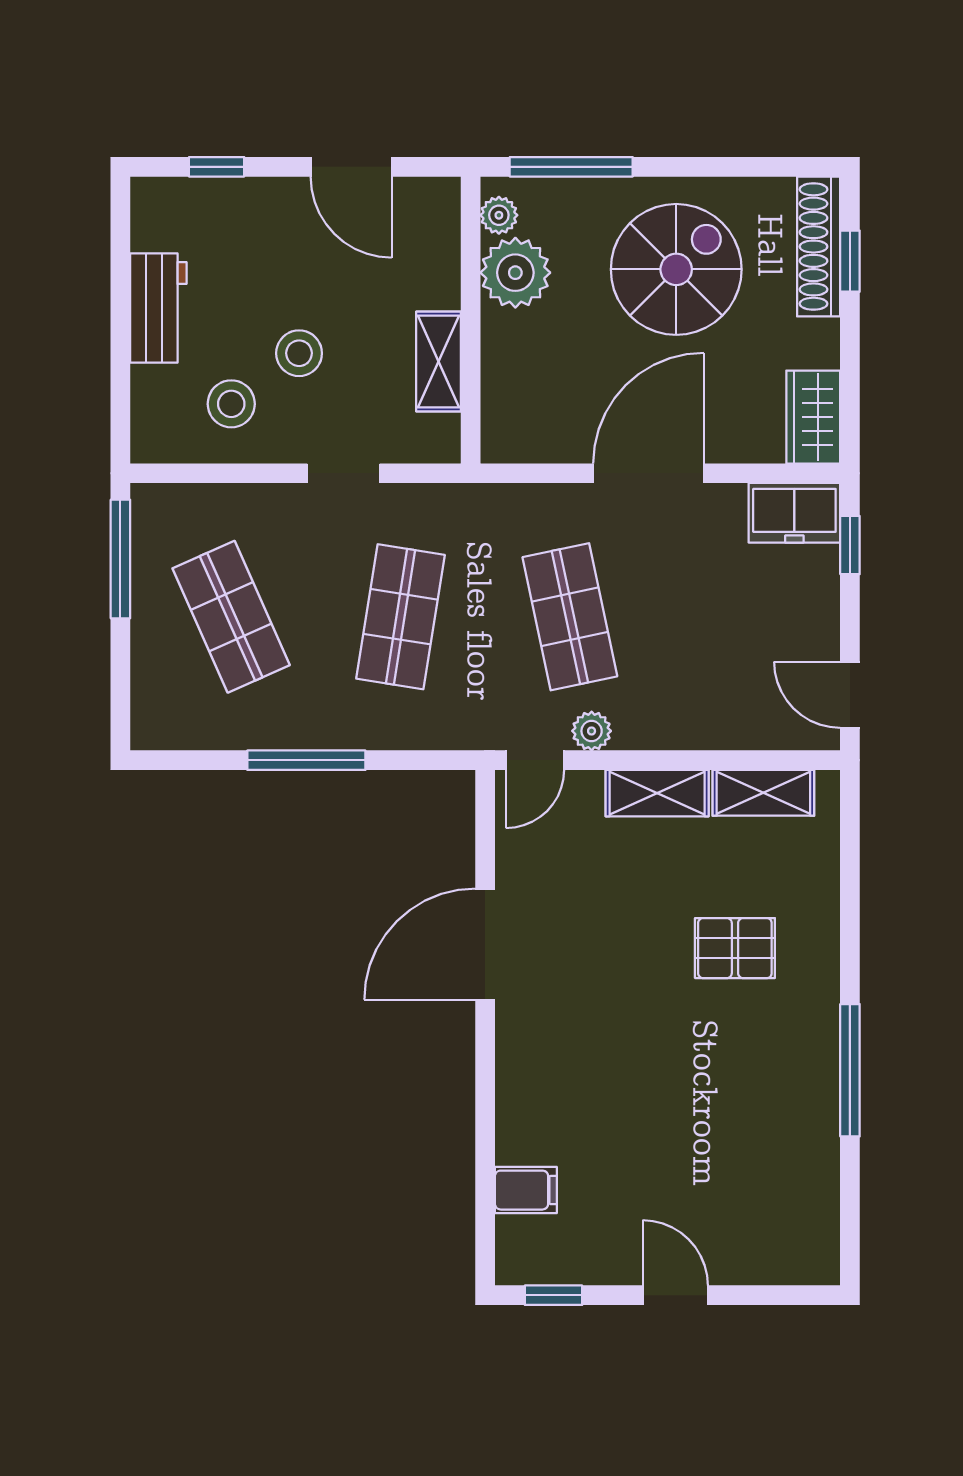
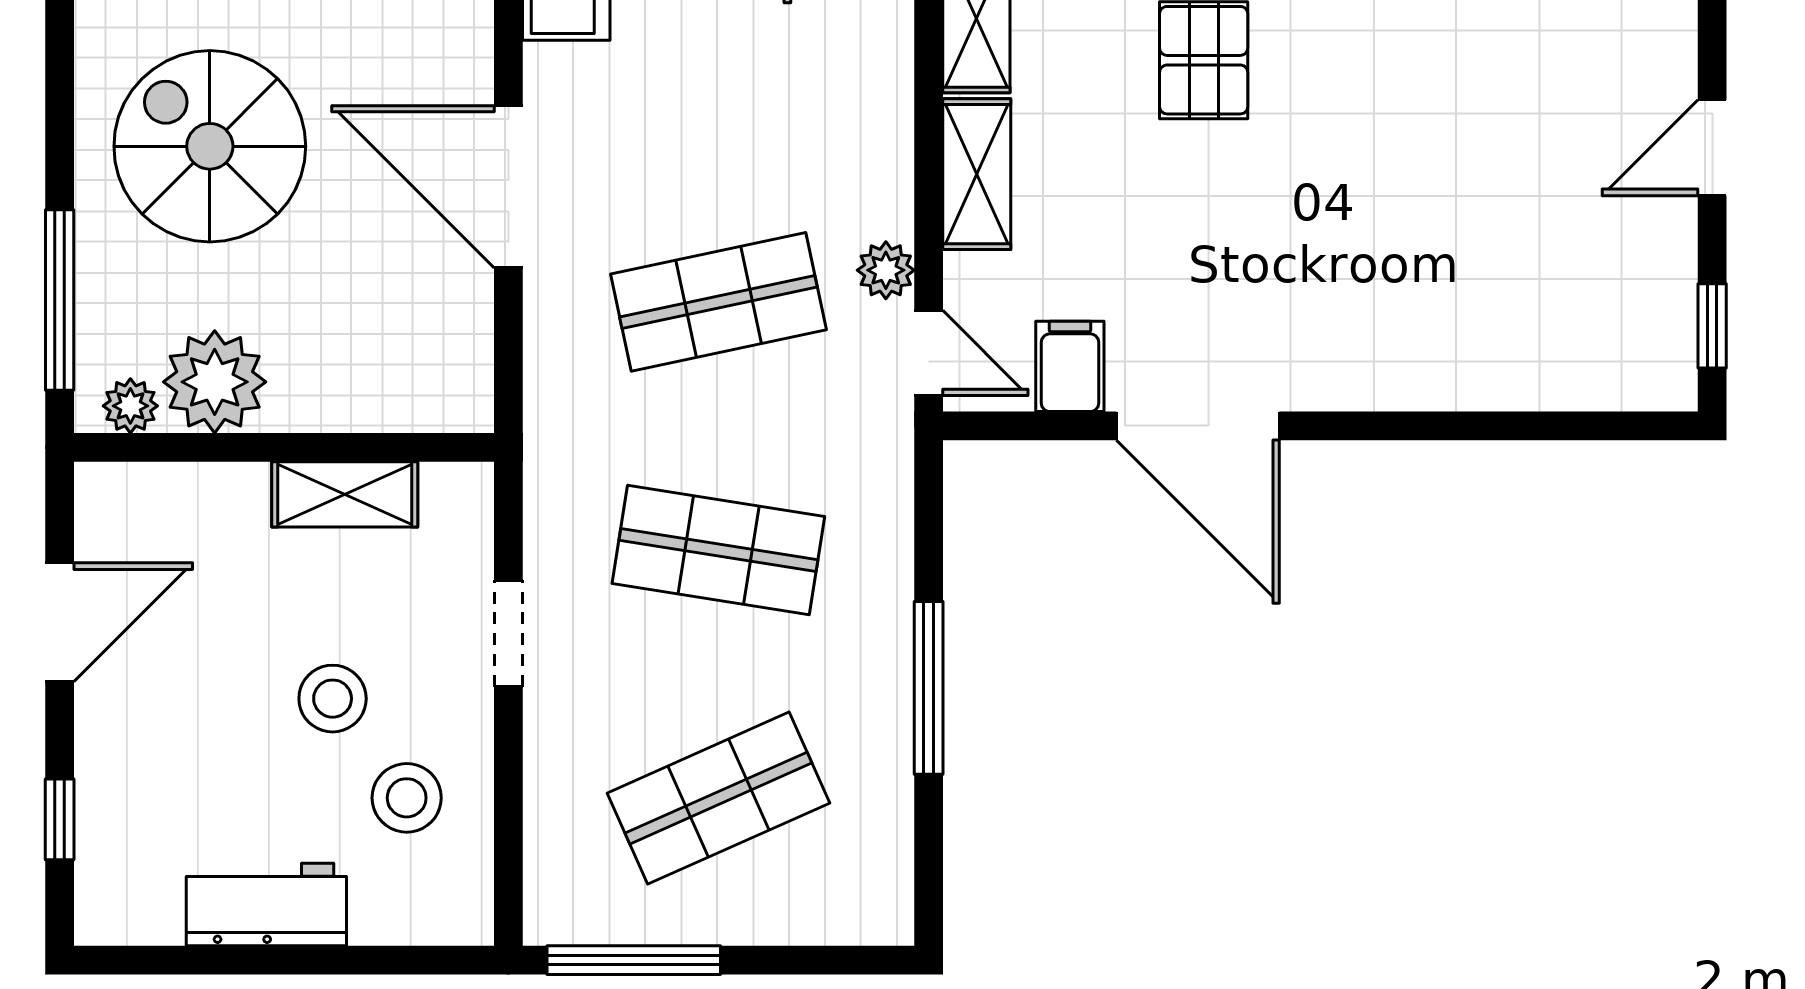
filing cabinet: (526, 1190) -> (1070, 366), moved

